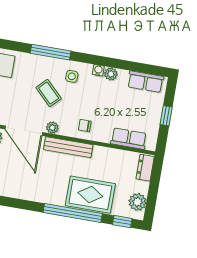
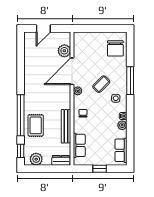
bench: (68, 147) -> (66, 126), moved
rug: (90, 195) -> (36, 125), width x0.73, depth x0.70

